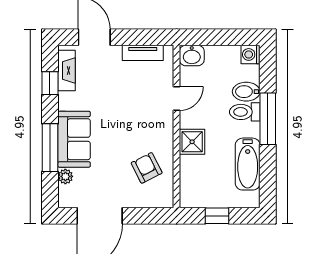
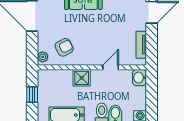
door: (177, 99) -> (111, 67), swing flipped
plant: (161, 200) -> (43, 57), added

